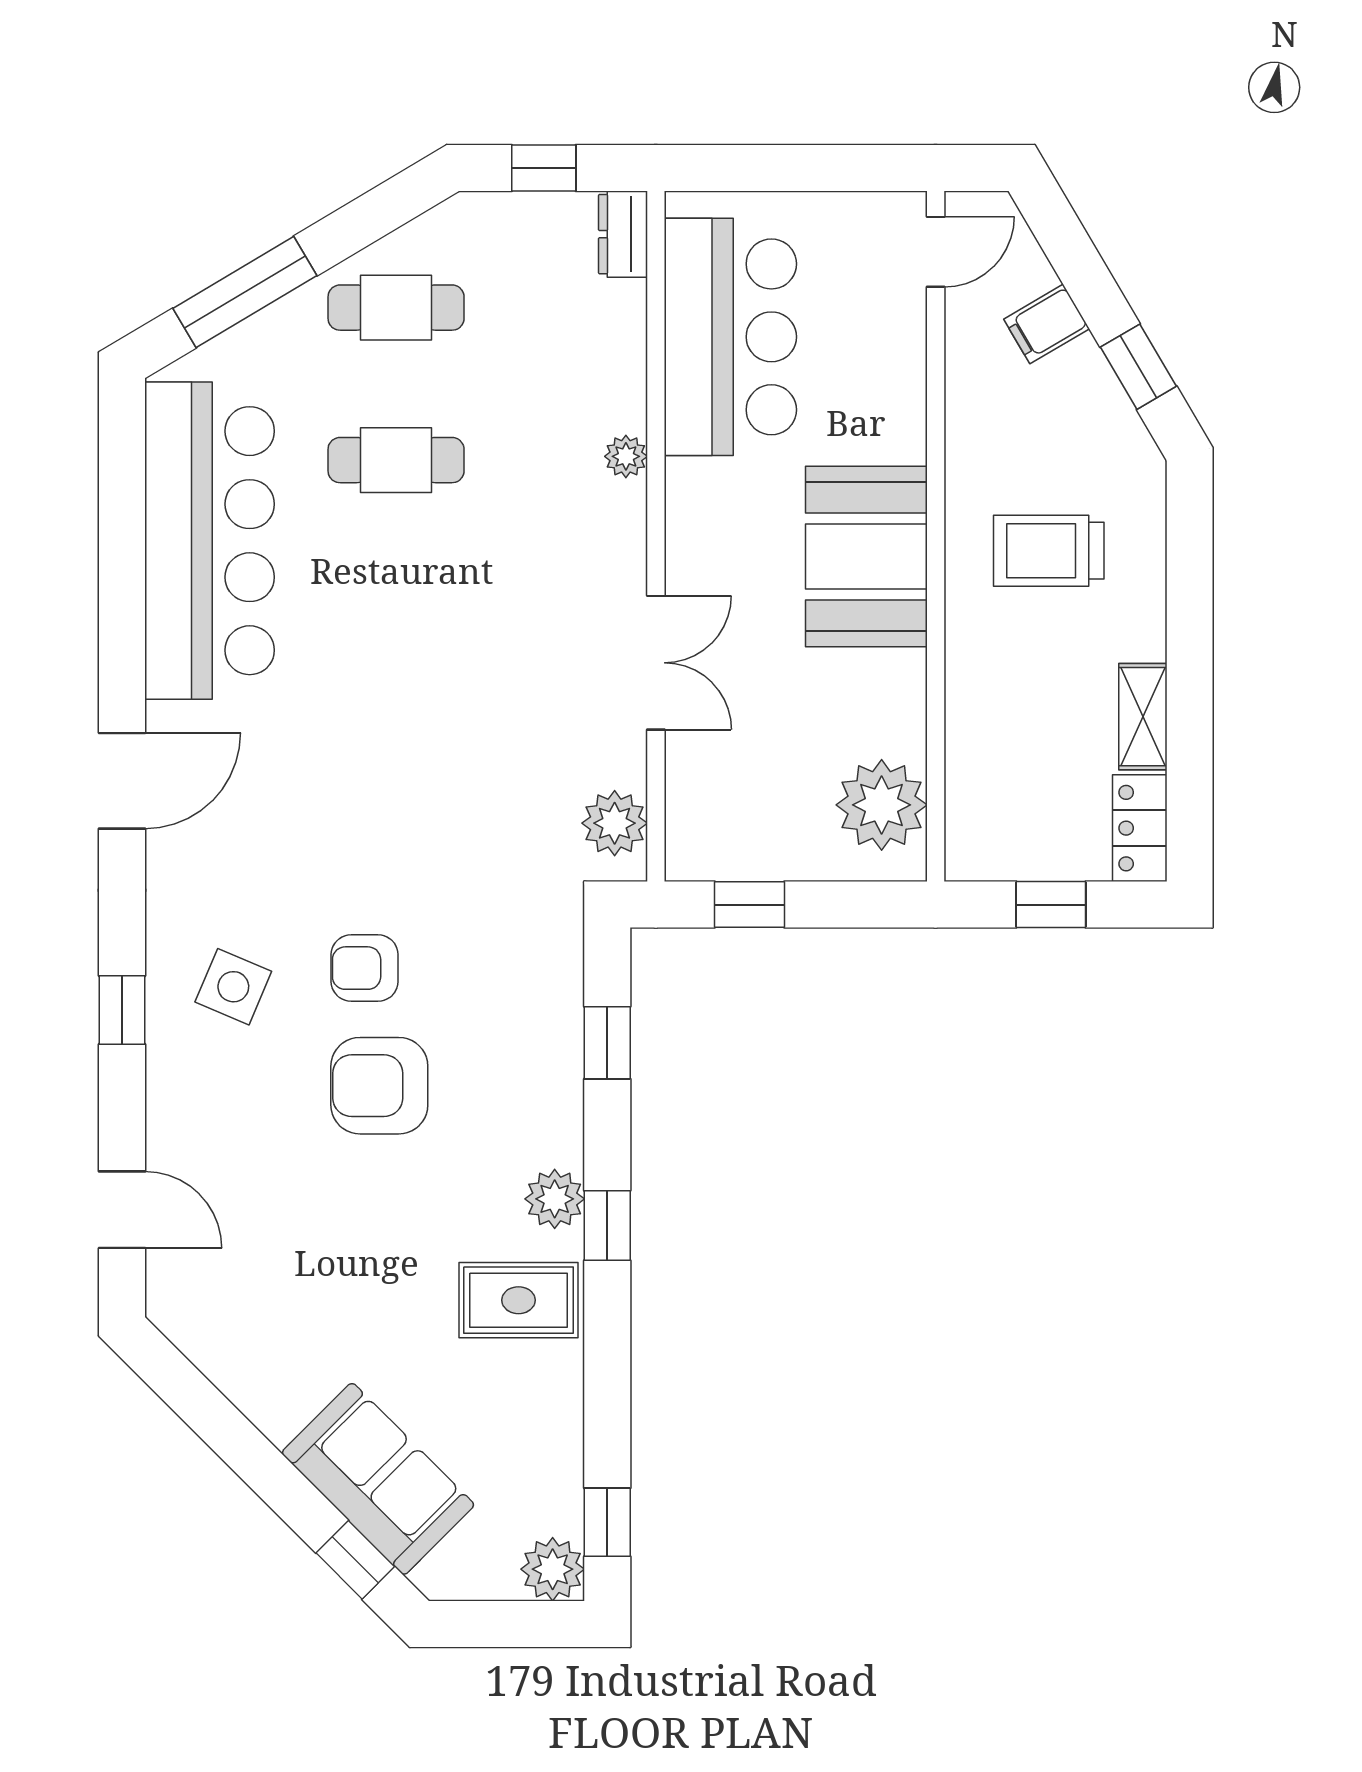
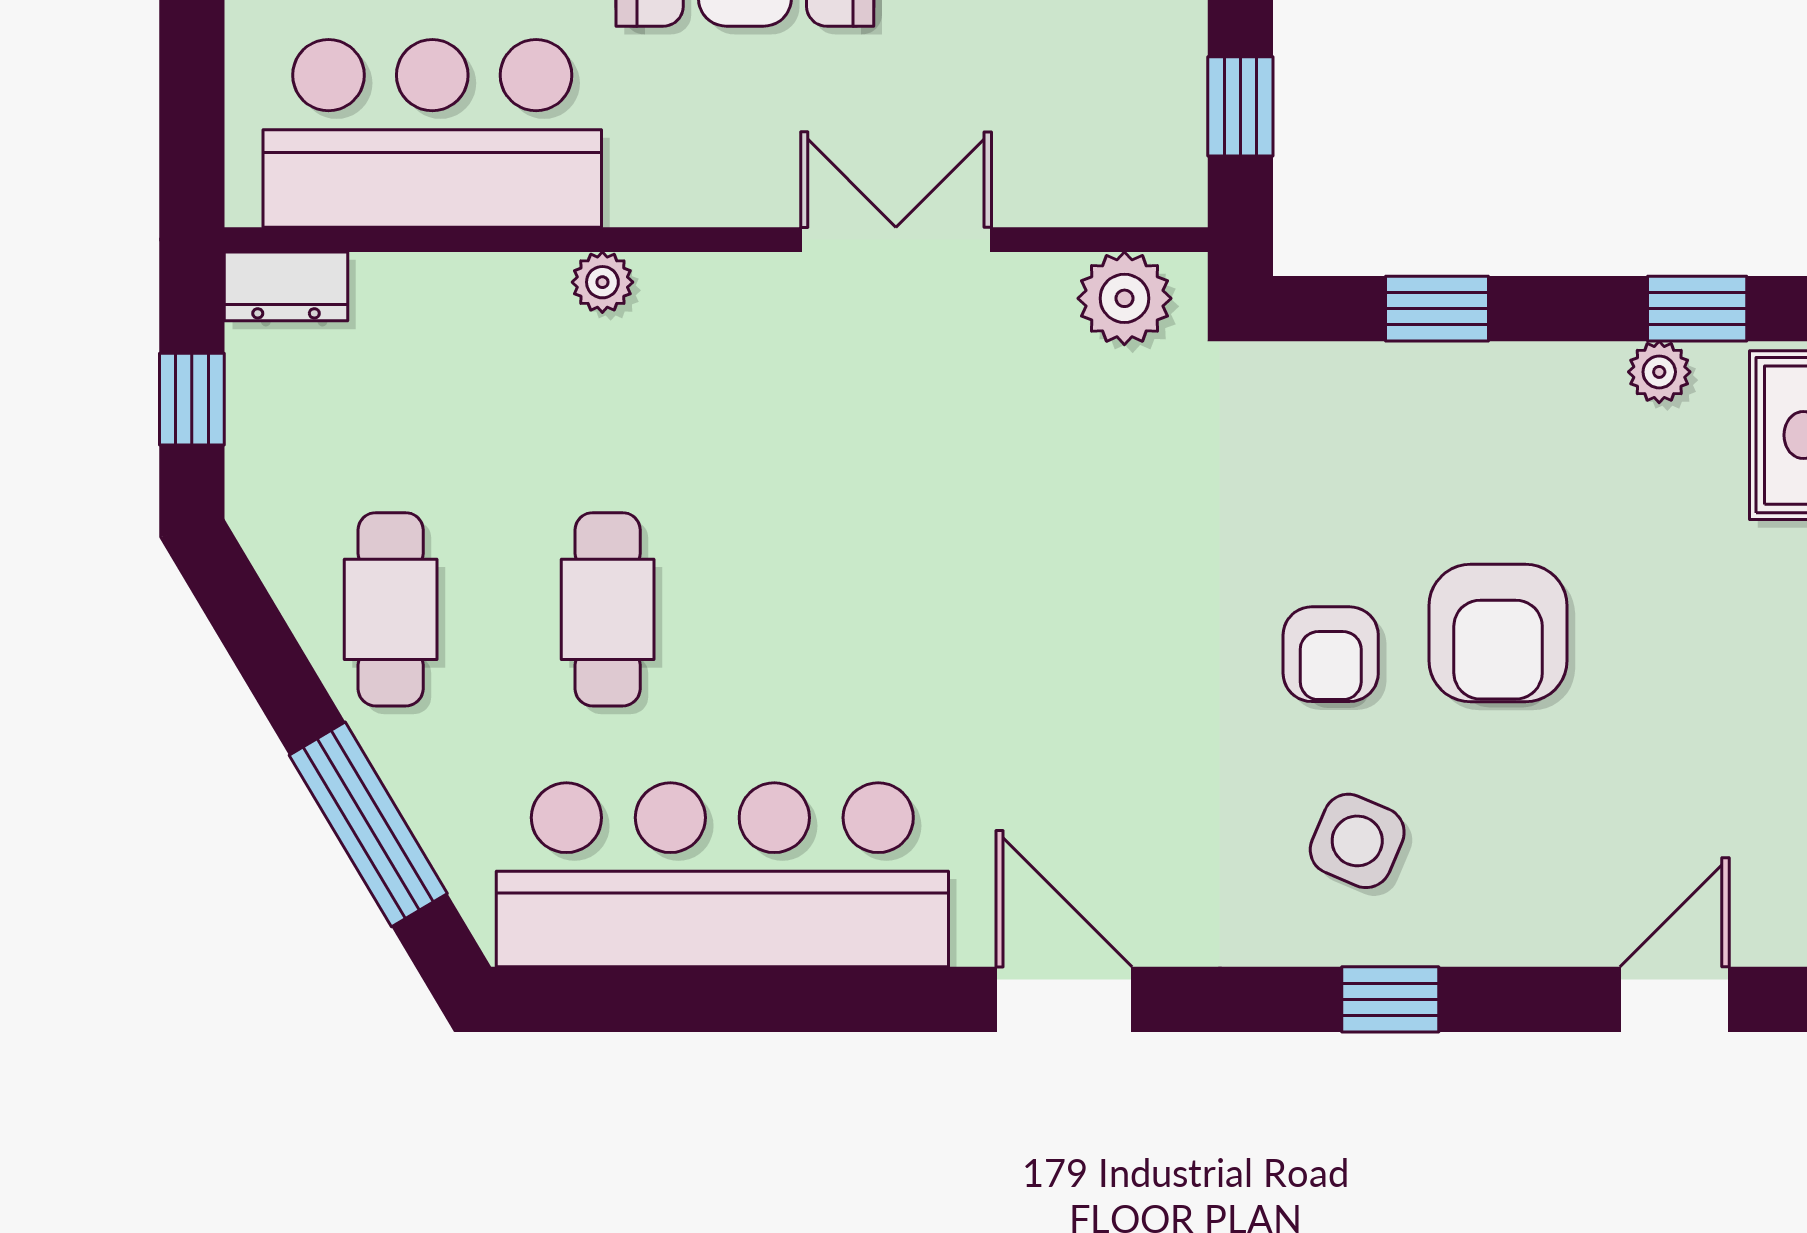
plant: (555, 1199) -> (1659, 372), width x0.73, depth x0.73

